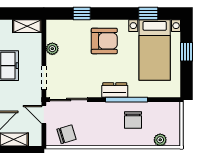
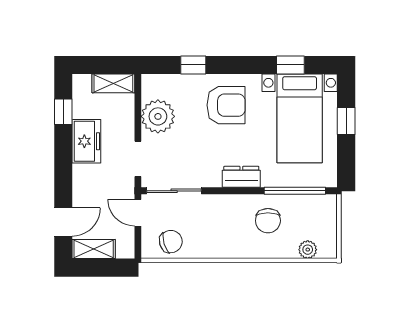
plant: (52, 49) -> (158, 116), width x1.88, depth x1.88
window: (126, 100) -> (295, 191), moved

